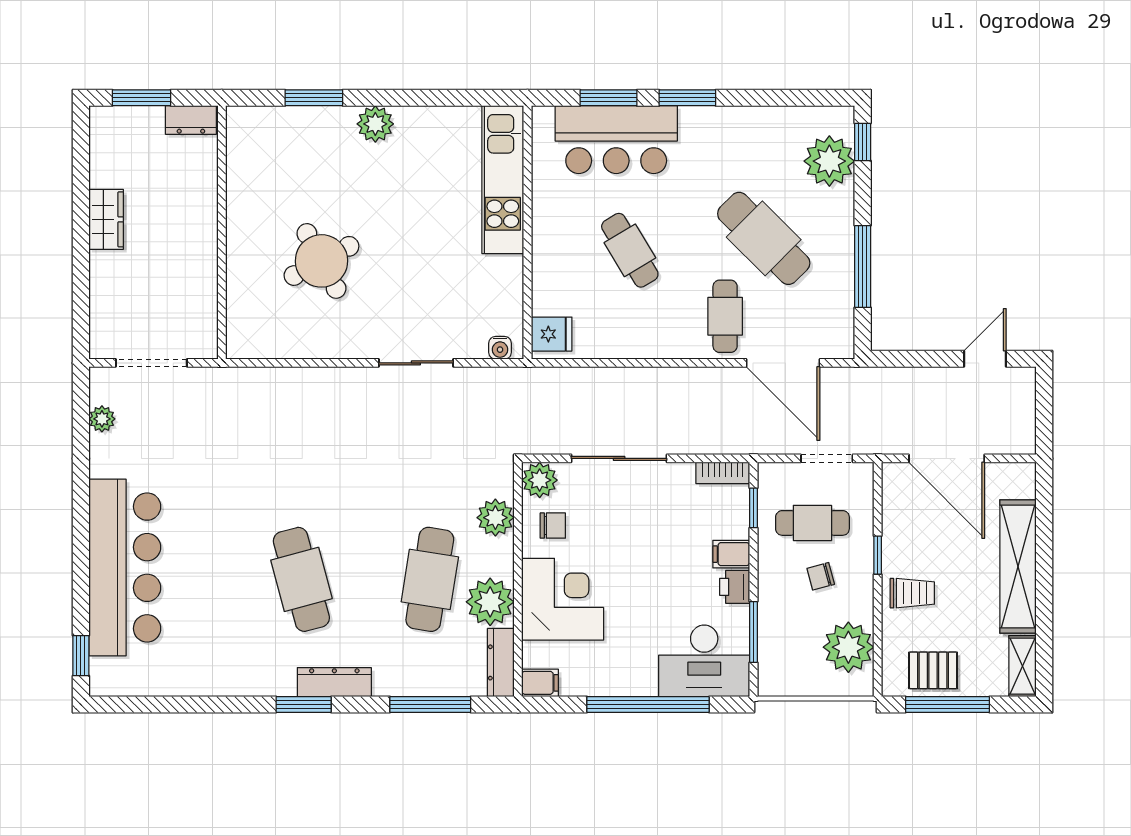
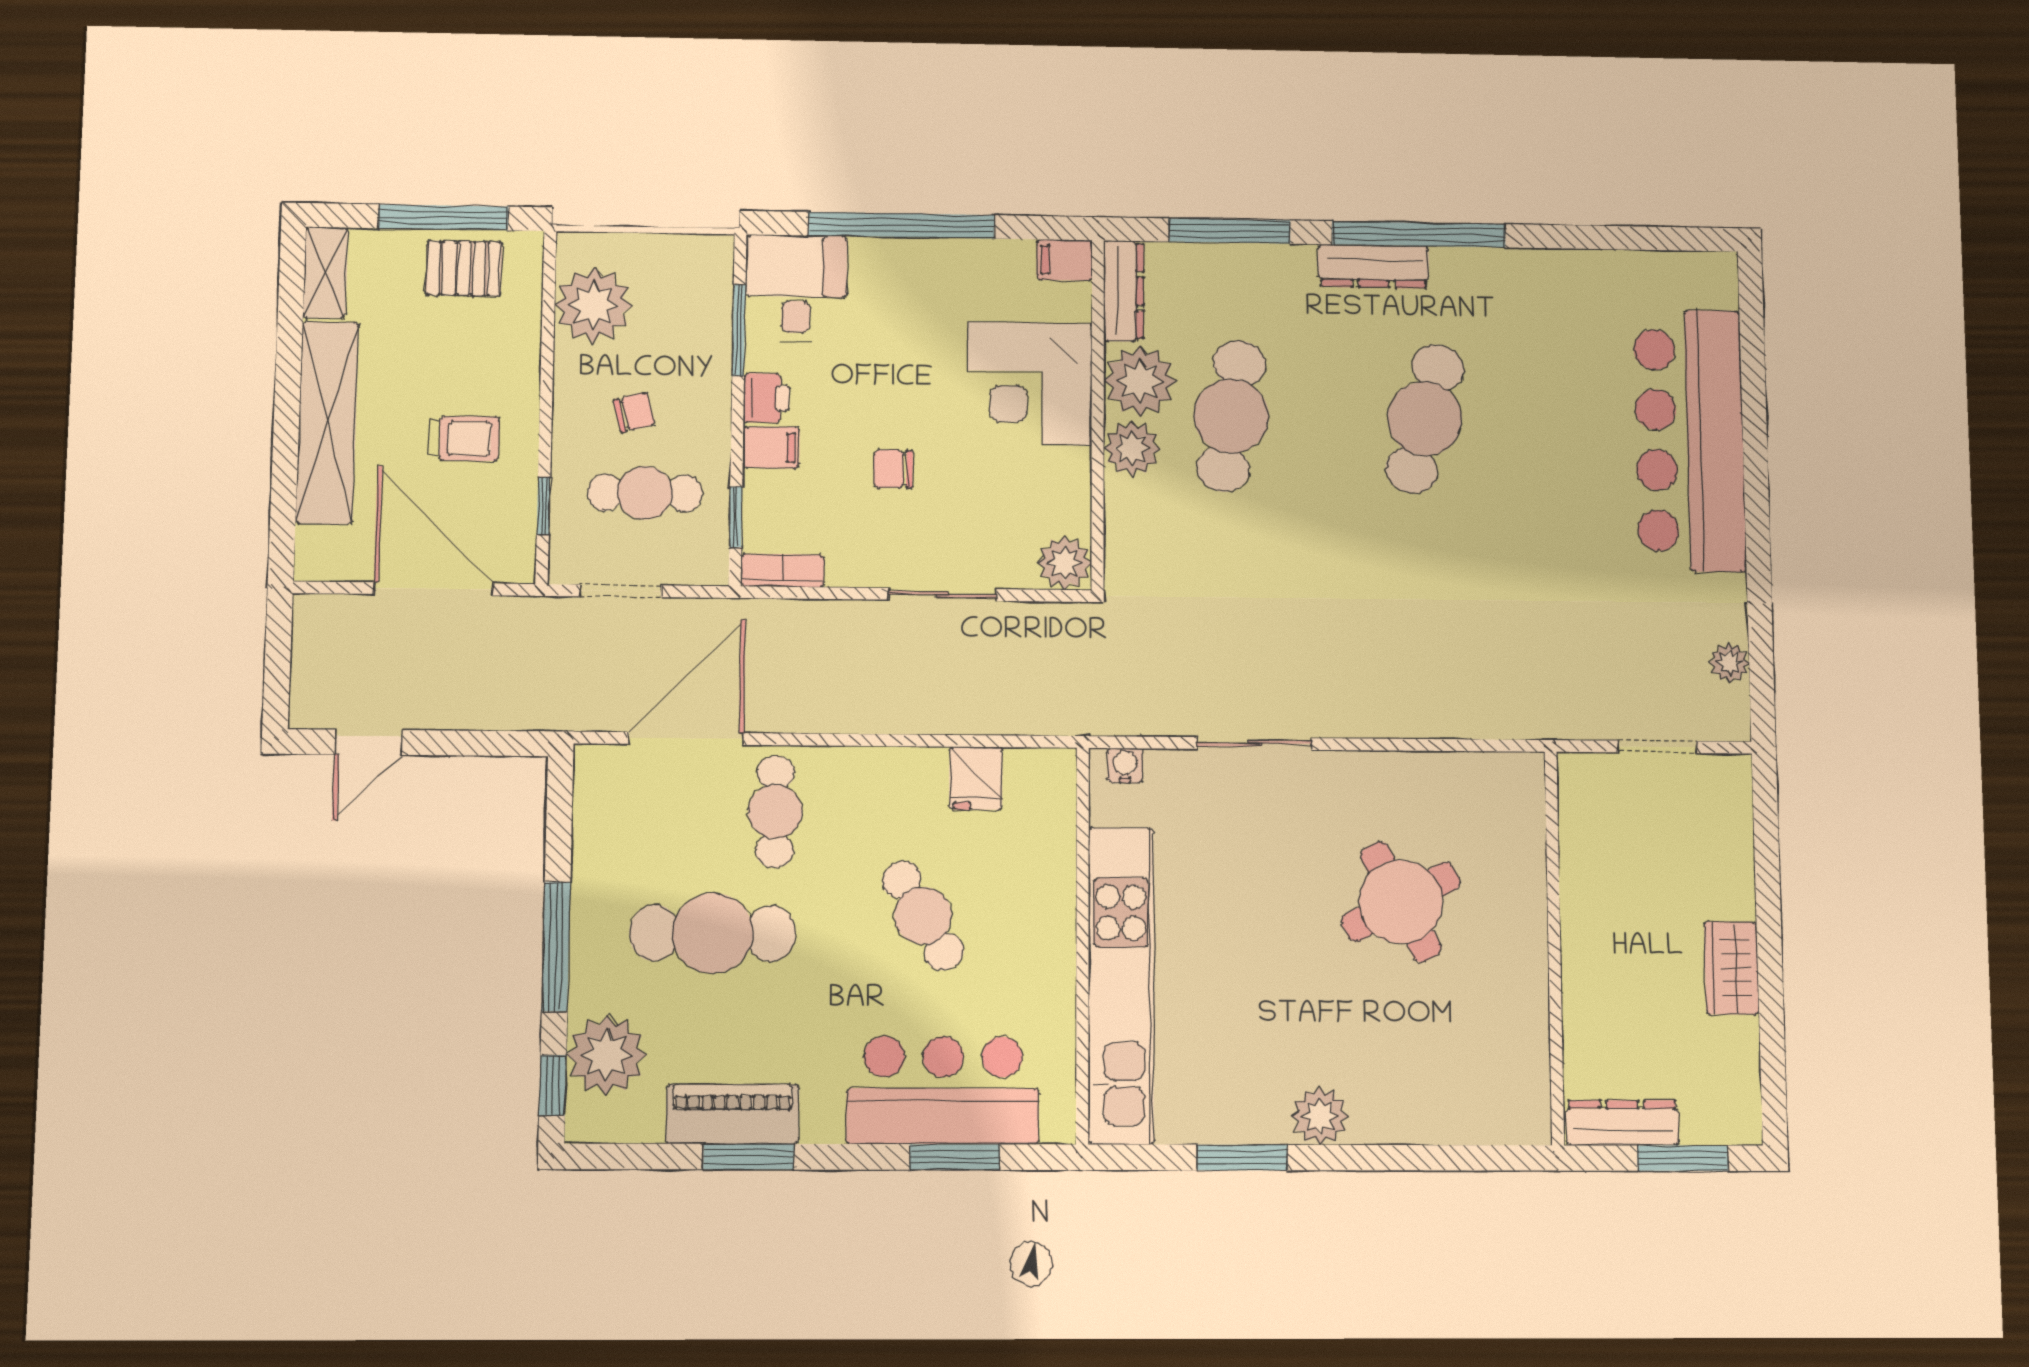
window: (314, 98) -> (1242, 1157), moved
window: (687, 98) -> (749, 1157), moved
dresser: (191, 120) -> (1622, 1123), width x1.44
piano: (749, 124) -> (733, 1114), added
kitchen unit: (503, 180) -> (1121, 985), width x1.36
cafe table: (764, 238) -> (713, 933), turned -45
window: (863, 266) -> (556, 947), moved
fridge: (552, 334) -> (976, 778), moved, turned -90
doorway: (151, 363) -> (1657, 747), width x0.73
door: (783, 363) -> (686, 739), hinge flipped
sliding door: (619, 458) -> (942, 594), width x0.73
plant: (495, 518) -> (1132, 448), moved
chair: (553, 526) -> (893, 469), moved
window: (878, 555) -> (543, 506), moved
cafe table: (301, 579) -> (1425, 419), turned 30
trolley: (912, 593) -> (464, 438), moved, turned 180
window: (81, 656) -> (1751, 311), removed
desk: (704, 661) -> (796, 288), width x0.73
window: (304, 704) -> (1419, 234), width x2.11

